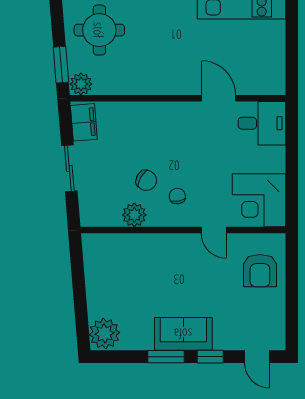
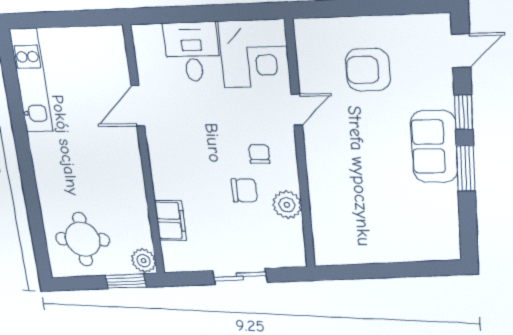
filing cabinet: (84, 122) -> (170, 221), moved, turned 95
desk: (262, 123) -> (192, 52), moved
chair: (146, 180) -> (244, 190), turned 60
chair: (177, 196) -> (259, 154), turned 99
armchair: (260, 271) -> (368, 70), moved, turned 180
plant: (104, 334) -> (438, 243), removed

